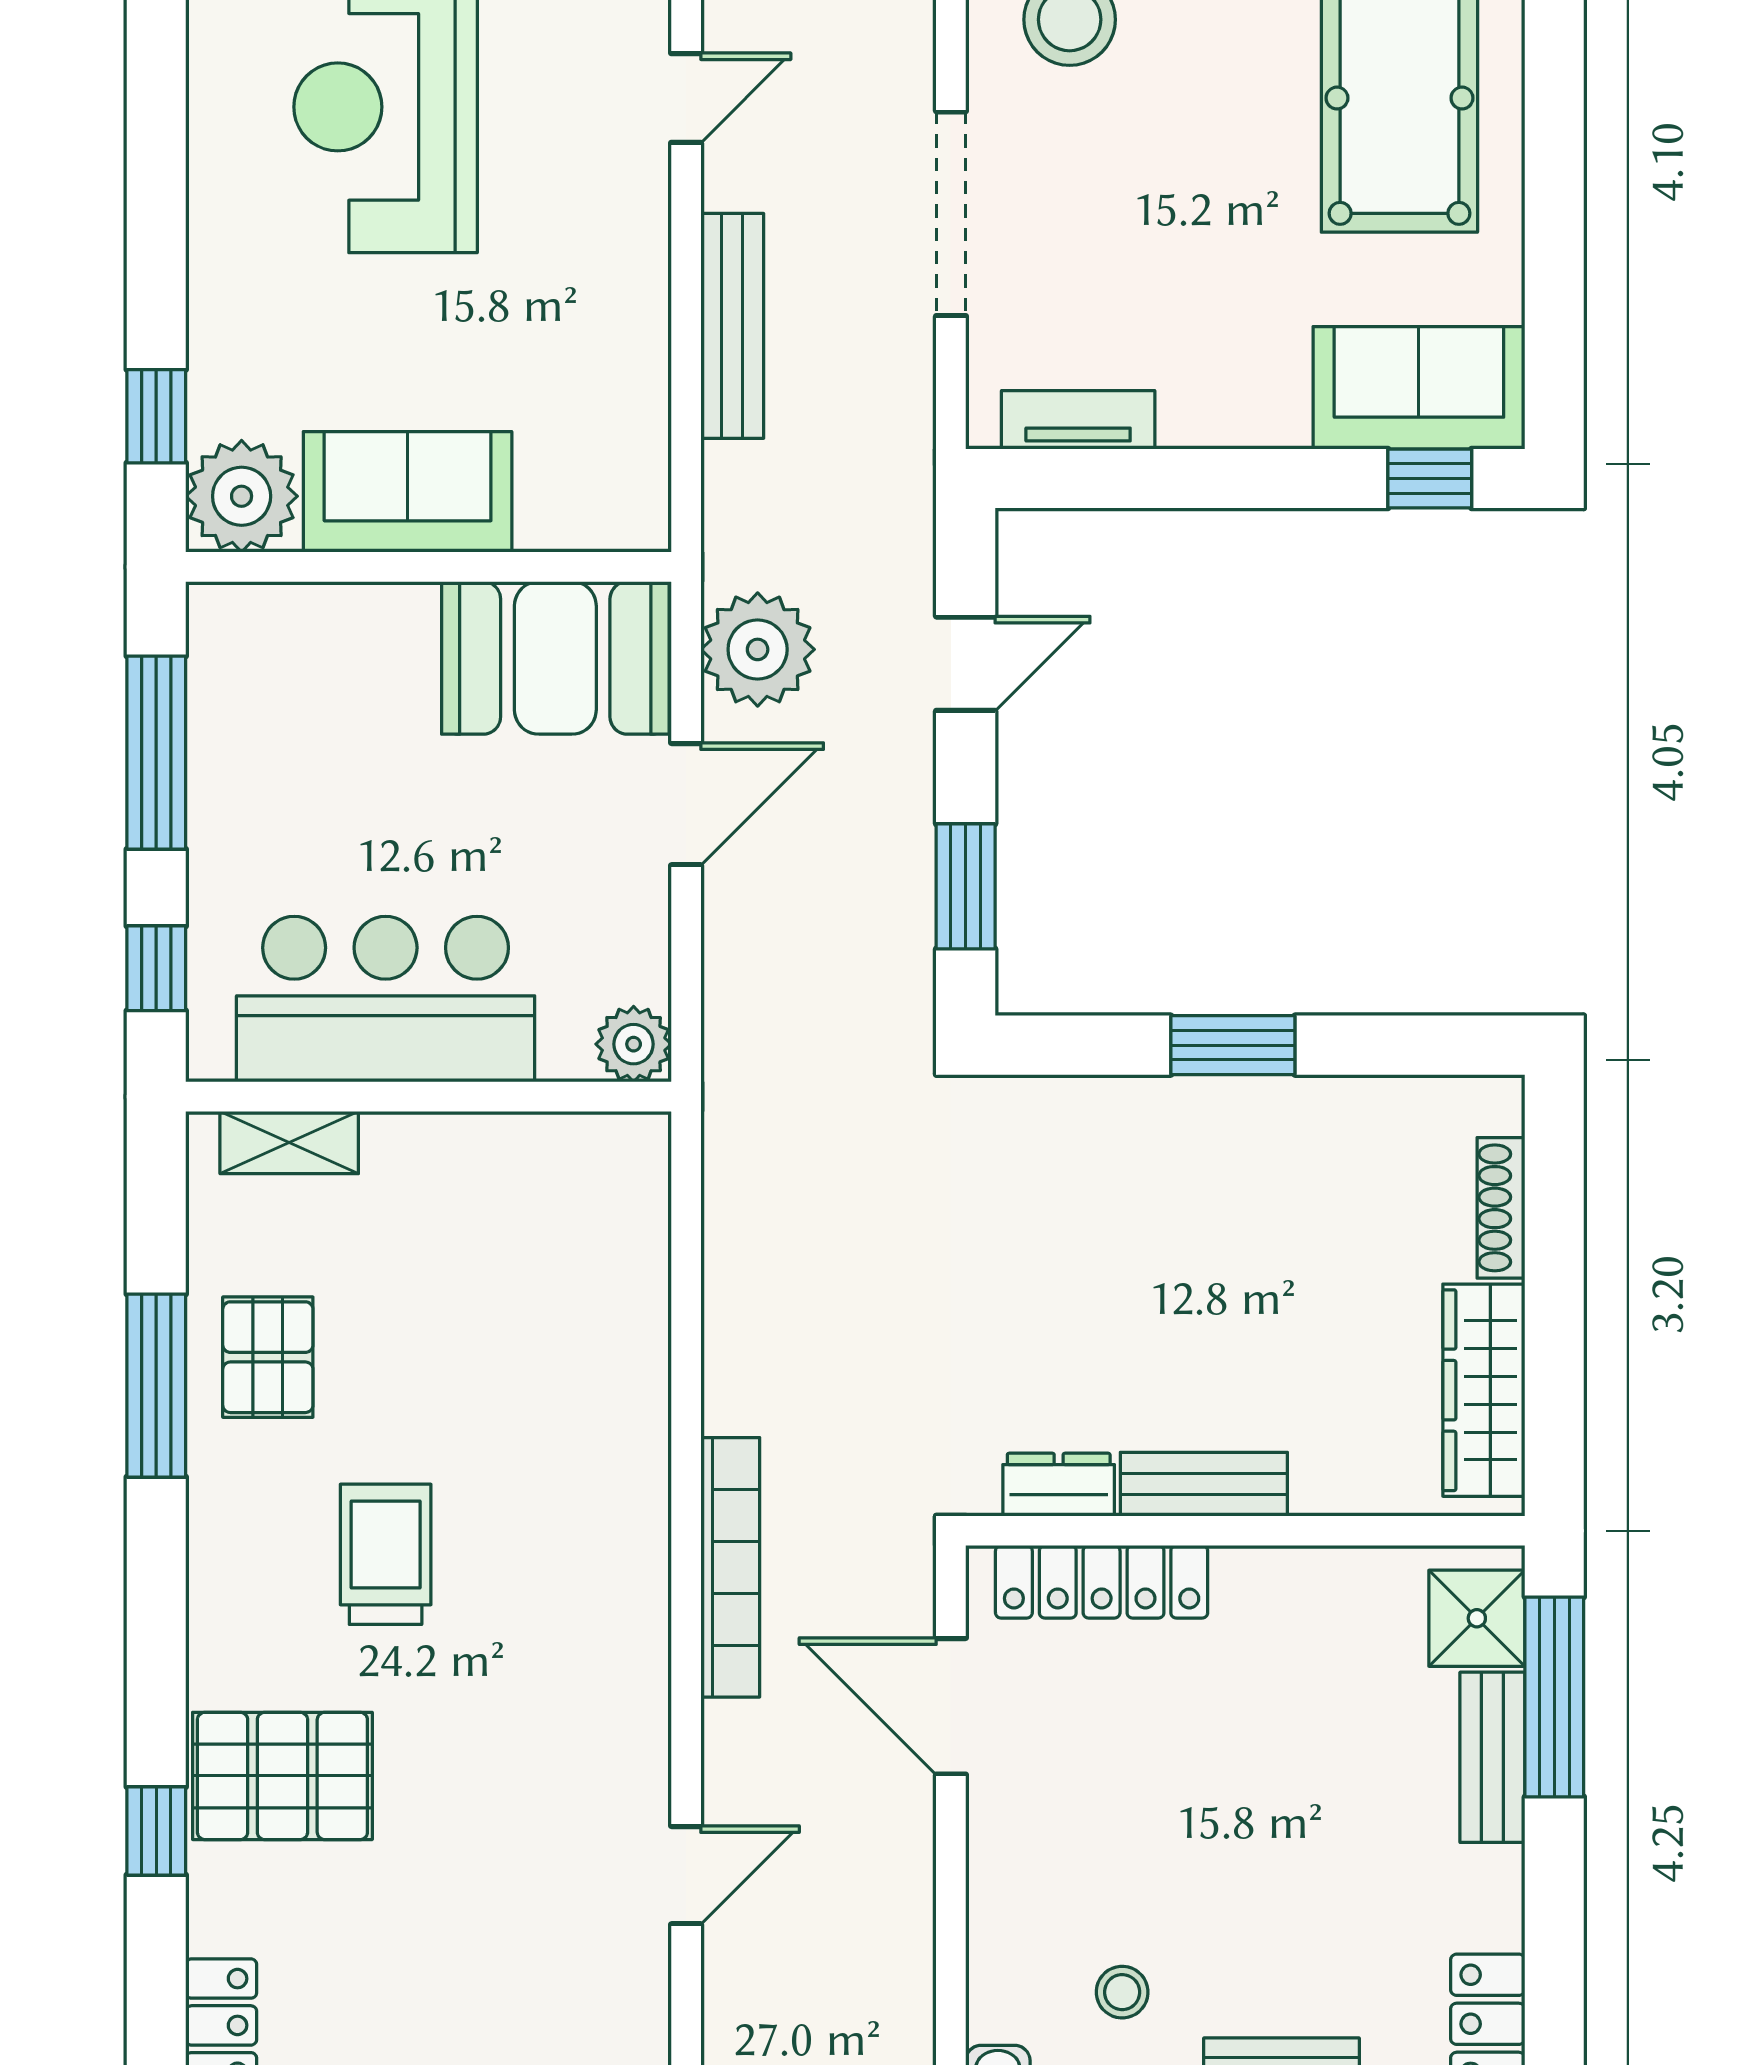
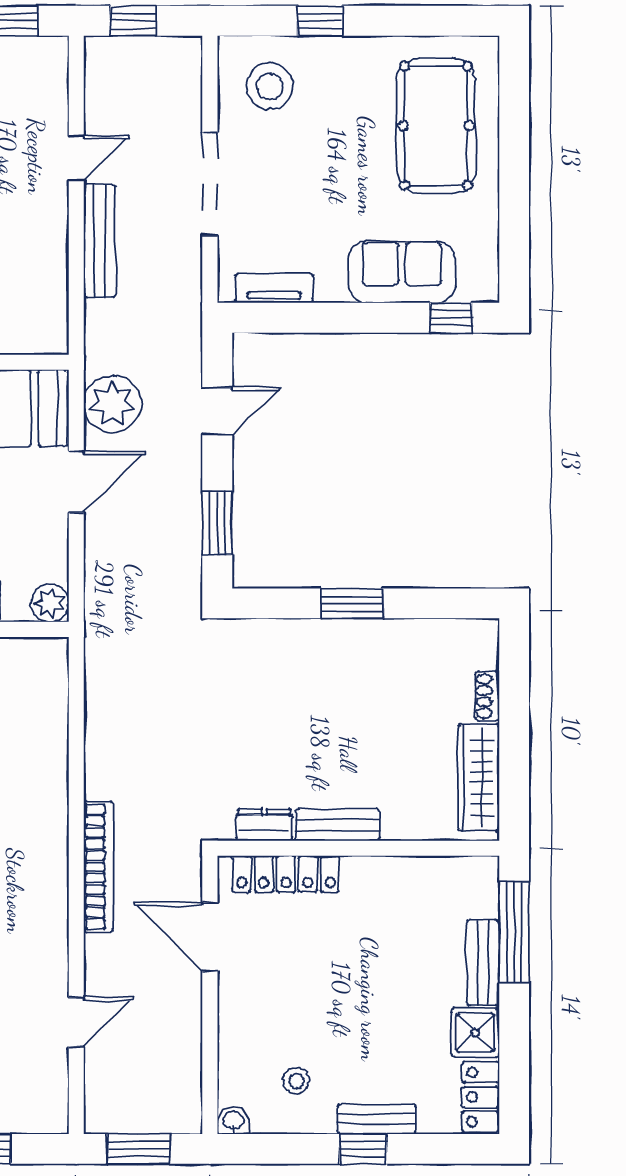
door: (686, 98) -> (76, 158), moved
sofa: (1419, 388) -> (402, 272), moved
shoe rack: (1501, 1208) -> (487, 696), width x0.70
shower: (1477, 1618) -> (475, 1033), moved

